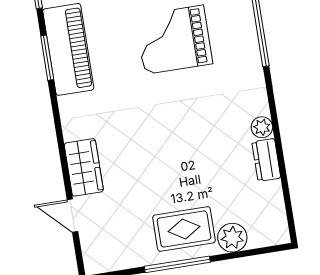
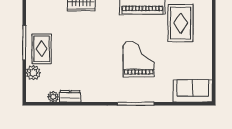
plant: (262, 127) -> (53, 97), moved

